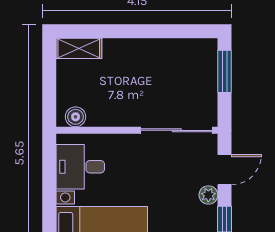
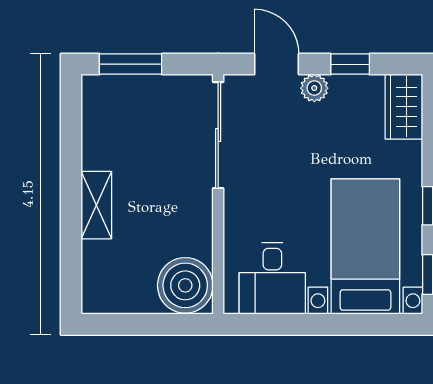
shelving: (79, 48) -> (96, 205), moved
boiler: (76, 117) -> (185, 285), width x1.86, depth x1.86

